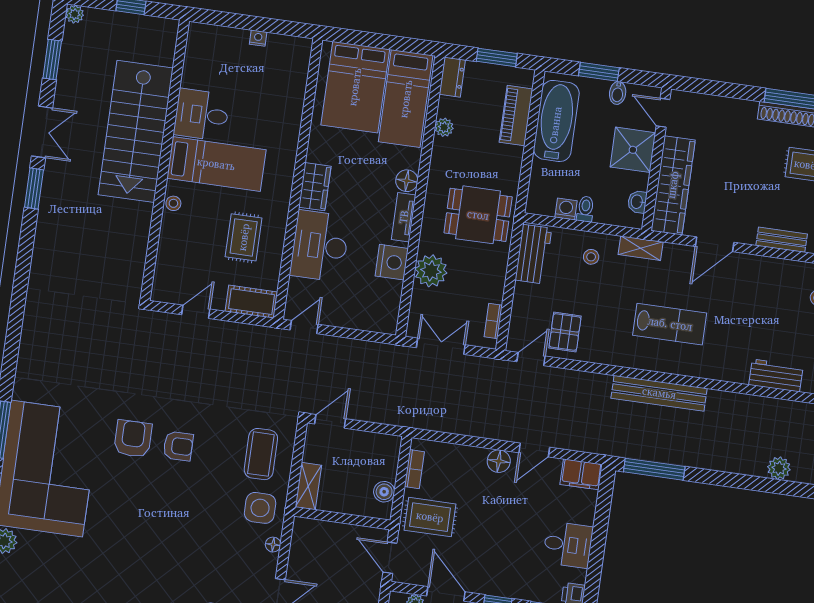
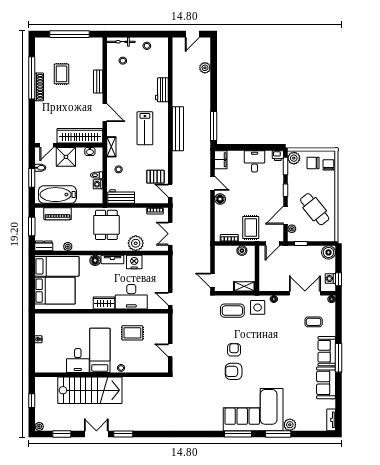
cot: (251, 302) -> (162, 325), removed
lab bench: (670, 324) -> (145, 128), turned 180
workbench: (776, 375) -> (162, 90), moved

